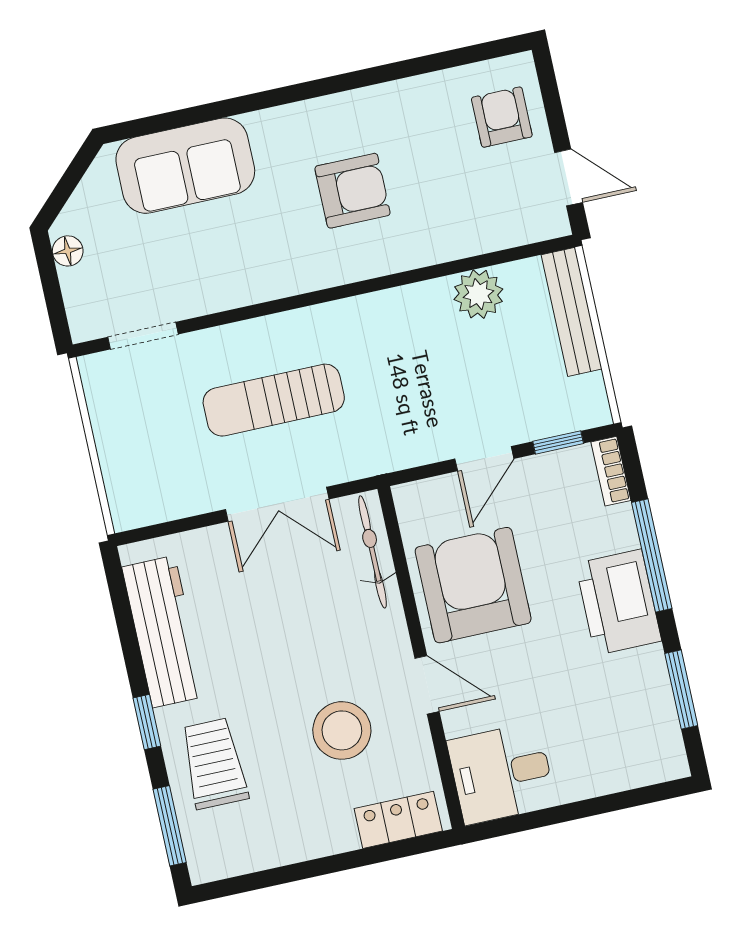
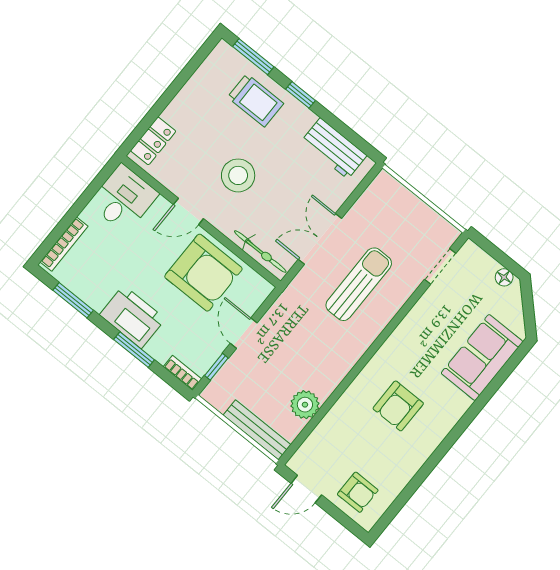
window: (652, 556) -> (134, 350), width x0.69
workbench: (164, 632) -> (334, 148), width x0.73
stool: (342, 730) -> (238, 175), moved
bookcase: (632, 776) -> (64, 244), added

